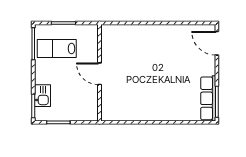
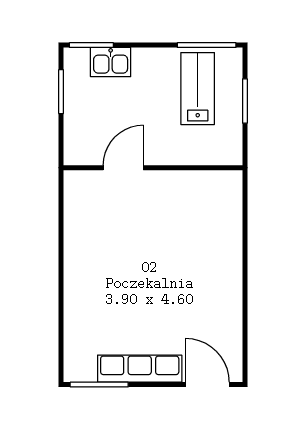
door: (217, 43) -> (207, 385), hinge flipped
door: (100, 74) -> (123, 168), moved
row of seats: (208, 98) -> (140, 369), moved

